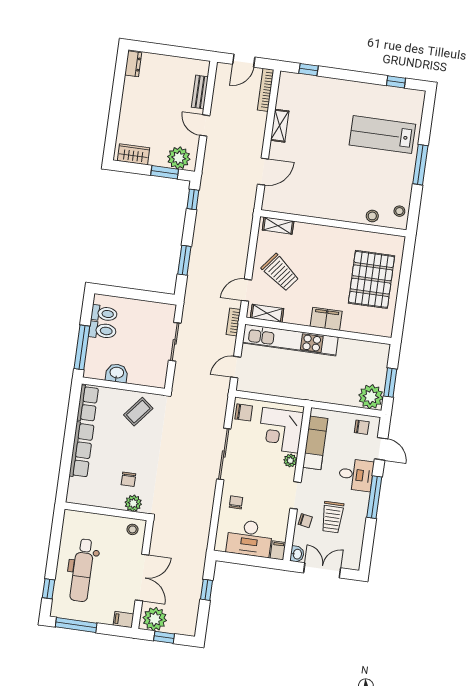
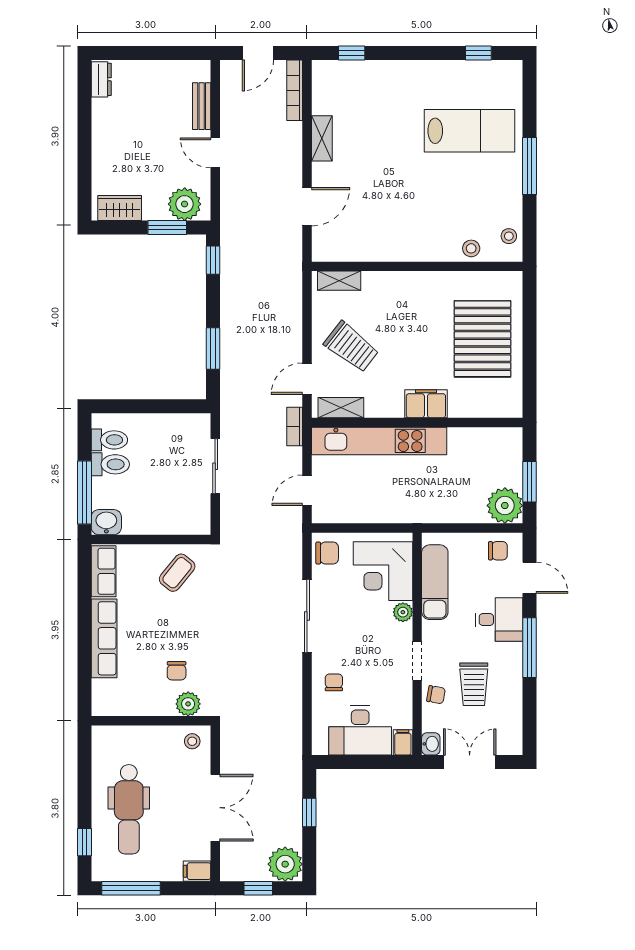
lab bench: (382, 135) -> (469, 131), turned 180
washbasin: (117, 373) -> (106, 522), moved
plant: (155, 619) -> (285, 864), moved

